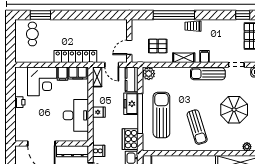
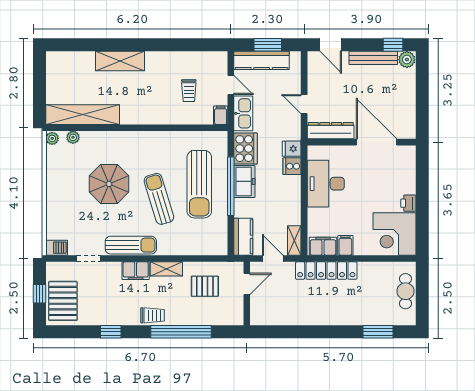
window: (243, 15) -> (111, 332), moved
cafe table: (32, 34) -> (406, 291), moved
filing cabinet: (205, 56) -> (136, 271), width x2.00
plant: (149, 74) -> (218, 245), removed
corner desk: (42, 81) -> (394, 234), moved, turned -90
freezer: (131, 104) -> (244, 181), moved
parasol: (234, 110) -> (109, 184), moved
fridge: (99, 112) -> (292, 149), moved
sun lounger: (197, 127) -> (159, 199), moved
cooker: (99, 151) -> (292, 166), moved

